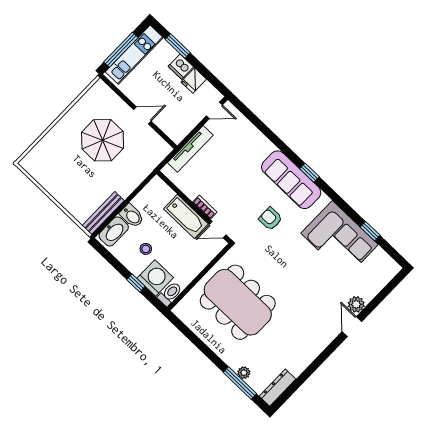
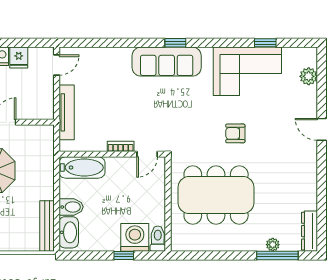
bathtub: (186, 216) -> (82, 168), moved
armchair: (270, 219) -> (235, 133), moved
stool: (146, 249) -> (106, 222), removed
plant: (356, 304) -> (309, 76), moved

